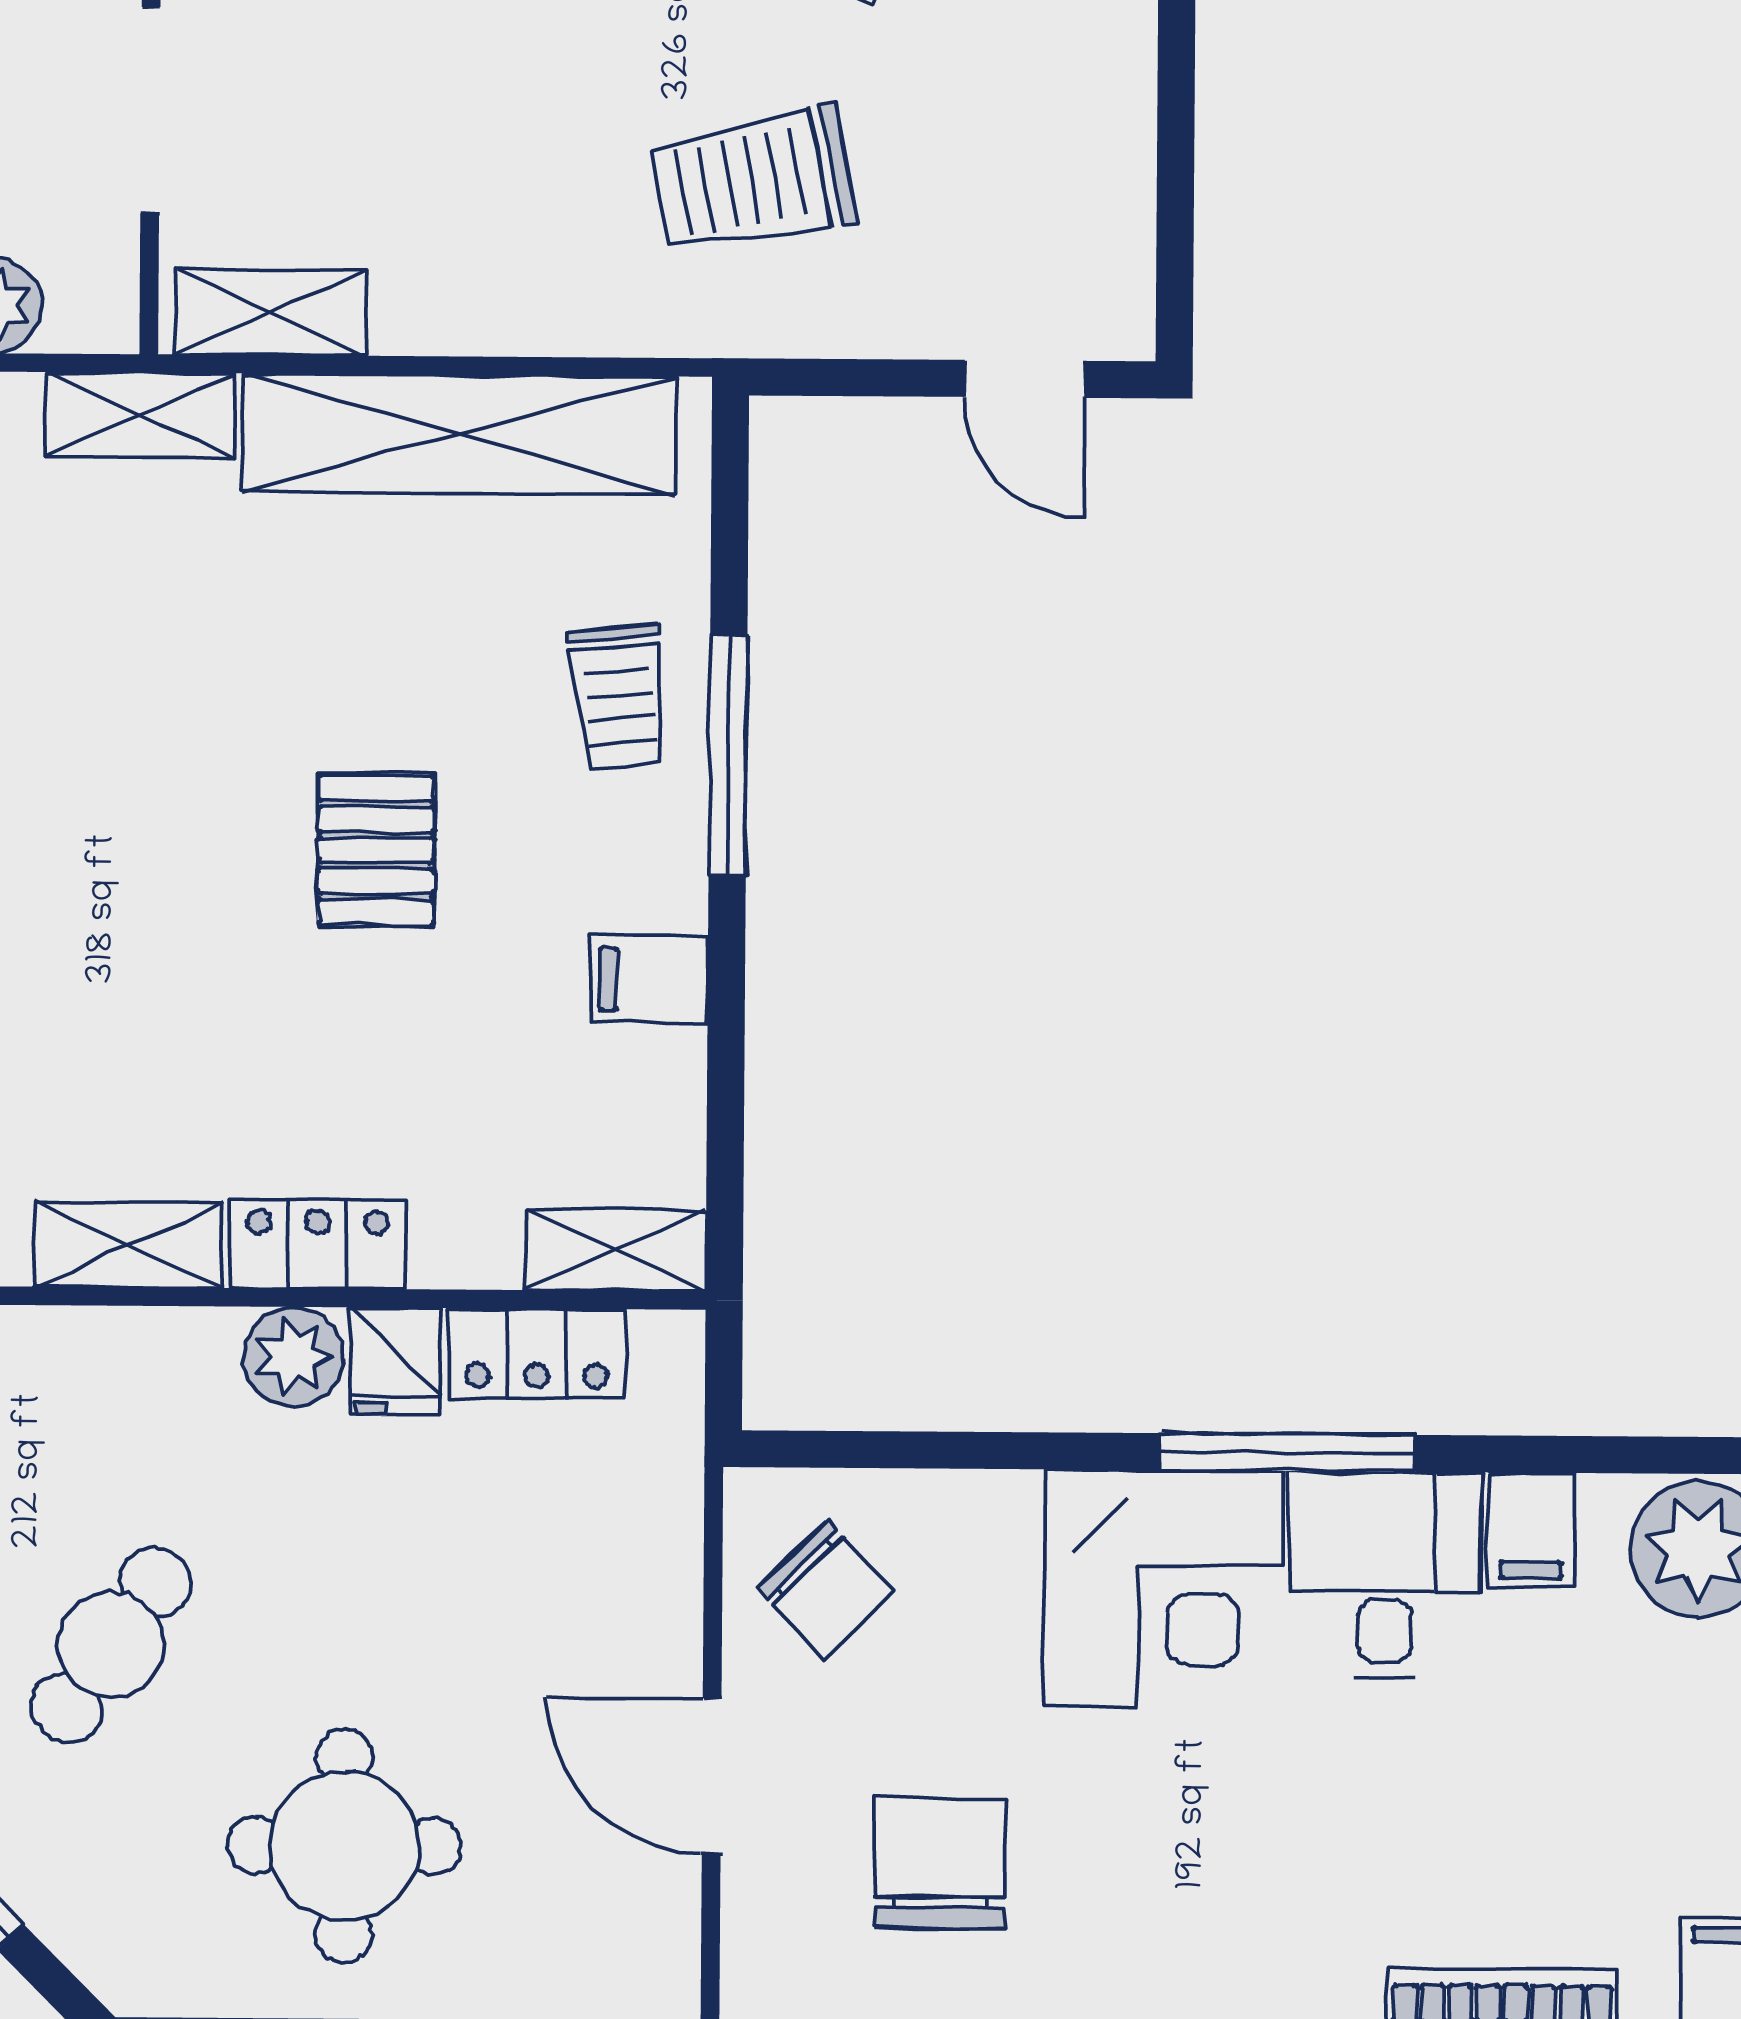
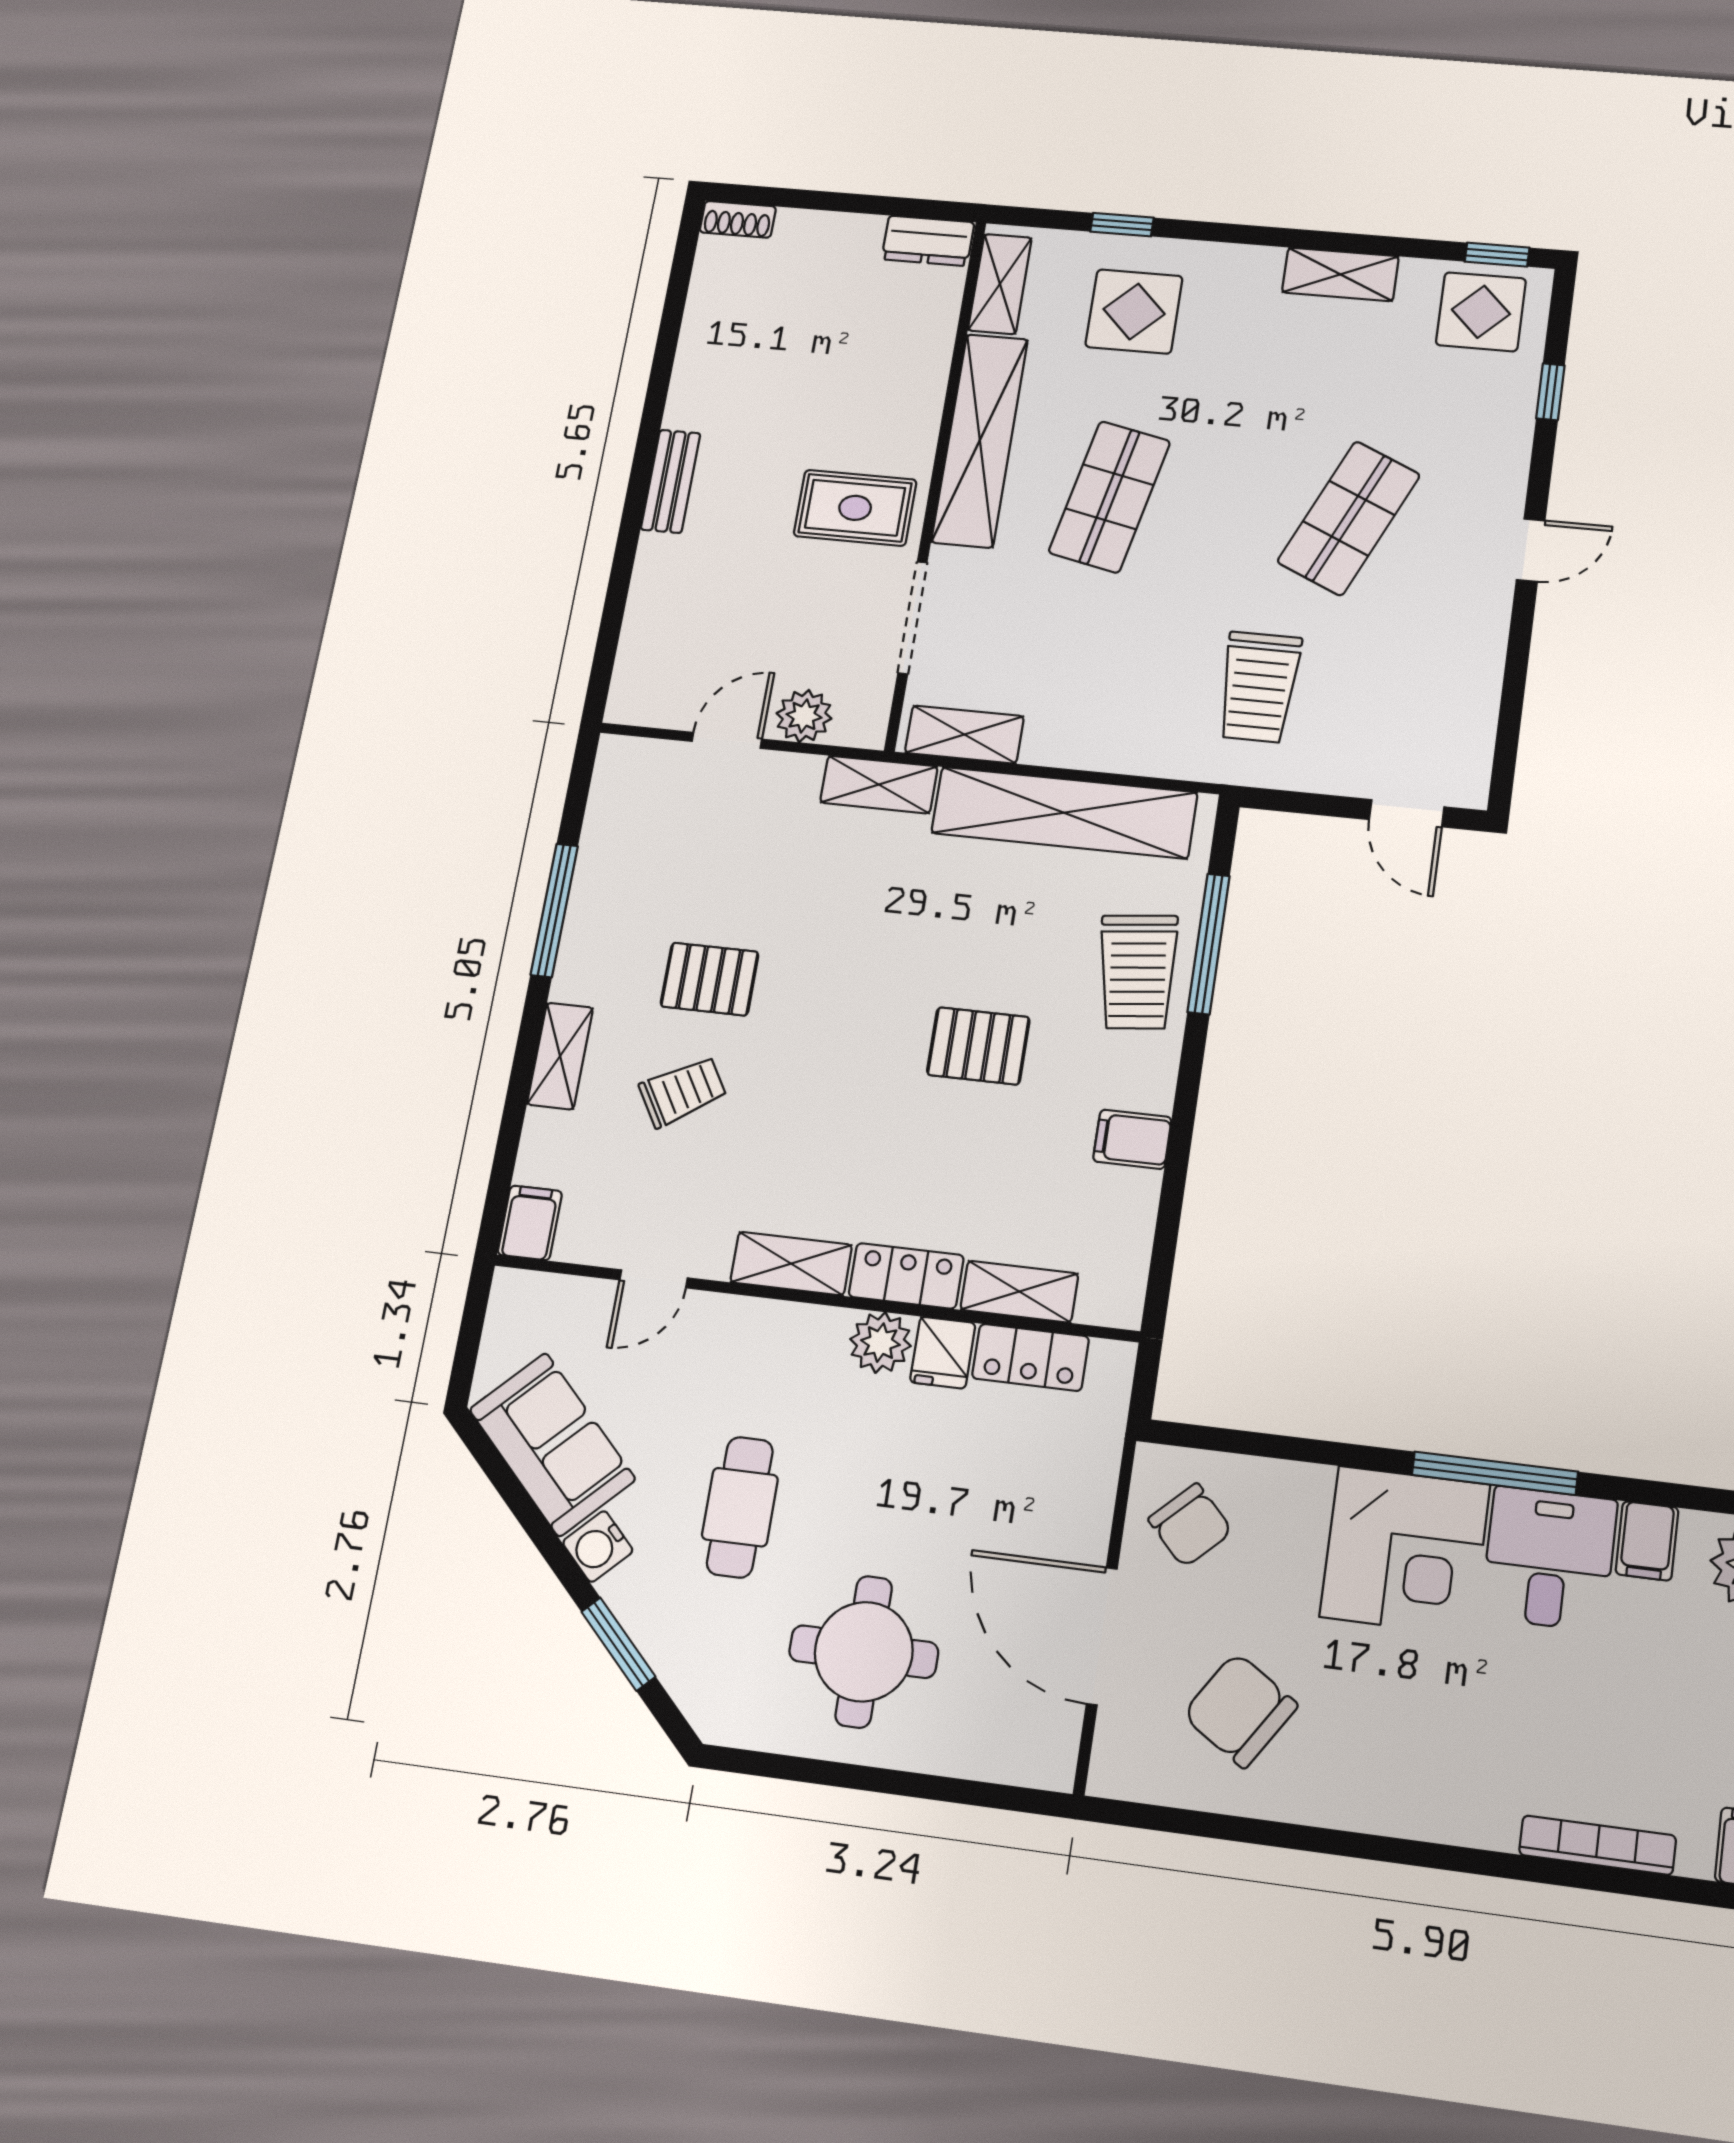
trolley: (753, 180) -> (1259, 687), turned -79
trolley: (619, 697) -> (1138, 972), width x1.36, depth x1.39
window: (728, 755) -> (1209, 944), moved
pallet: (376, 850) -> (978, 1046), turned 90
shelving: (616, 1250) -> (1019, 1292), moved
cafe table: (111, 1645) -> (740, 1507), turned -35
door: (712, 1777) -> (1102, 1636), width x1.36
chair: (940, 1863) -> (1240, 1710), turned -57

